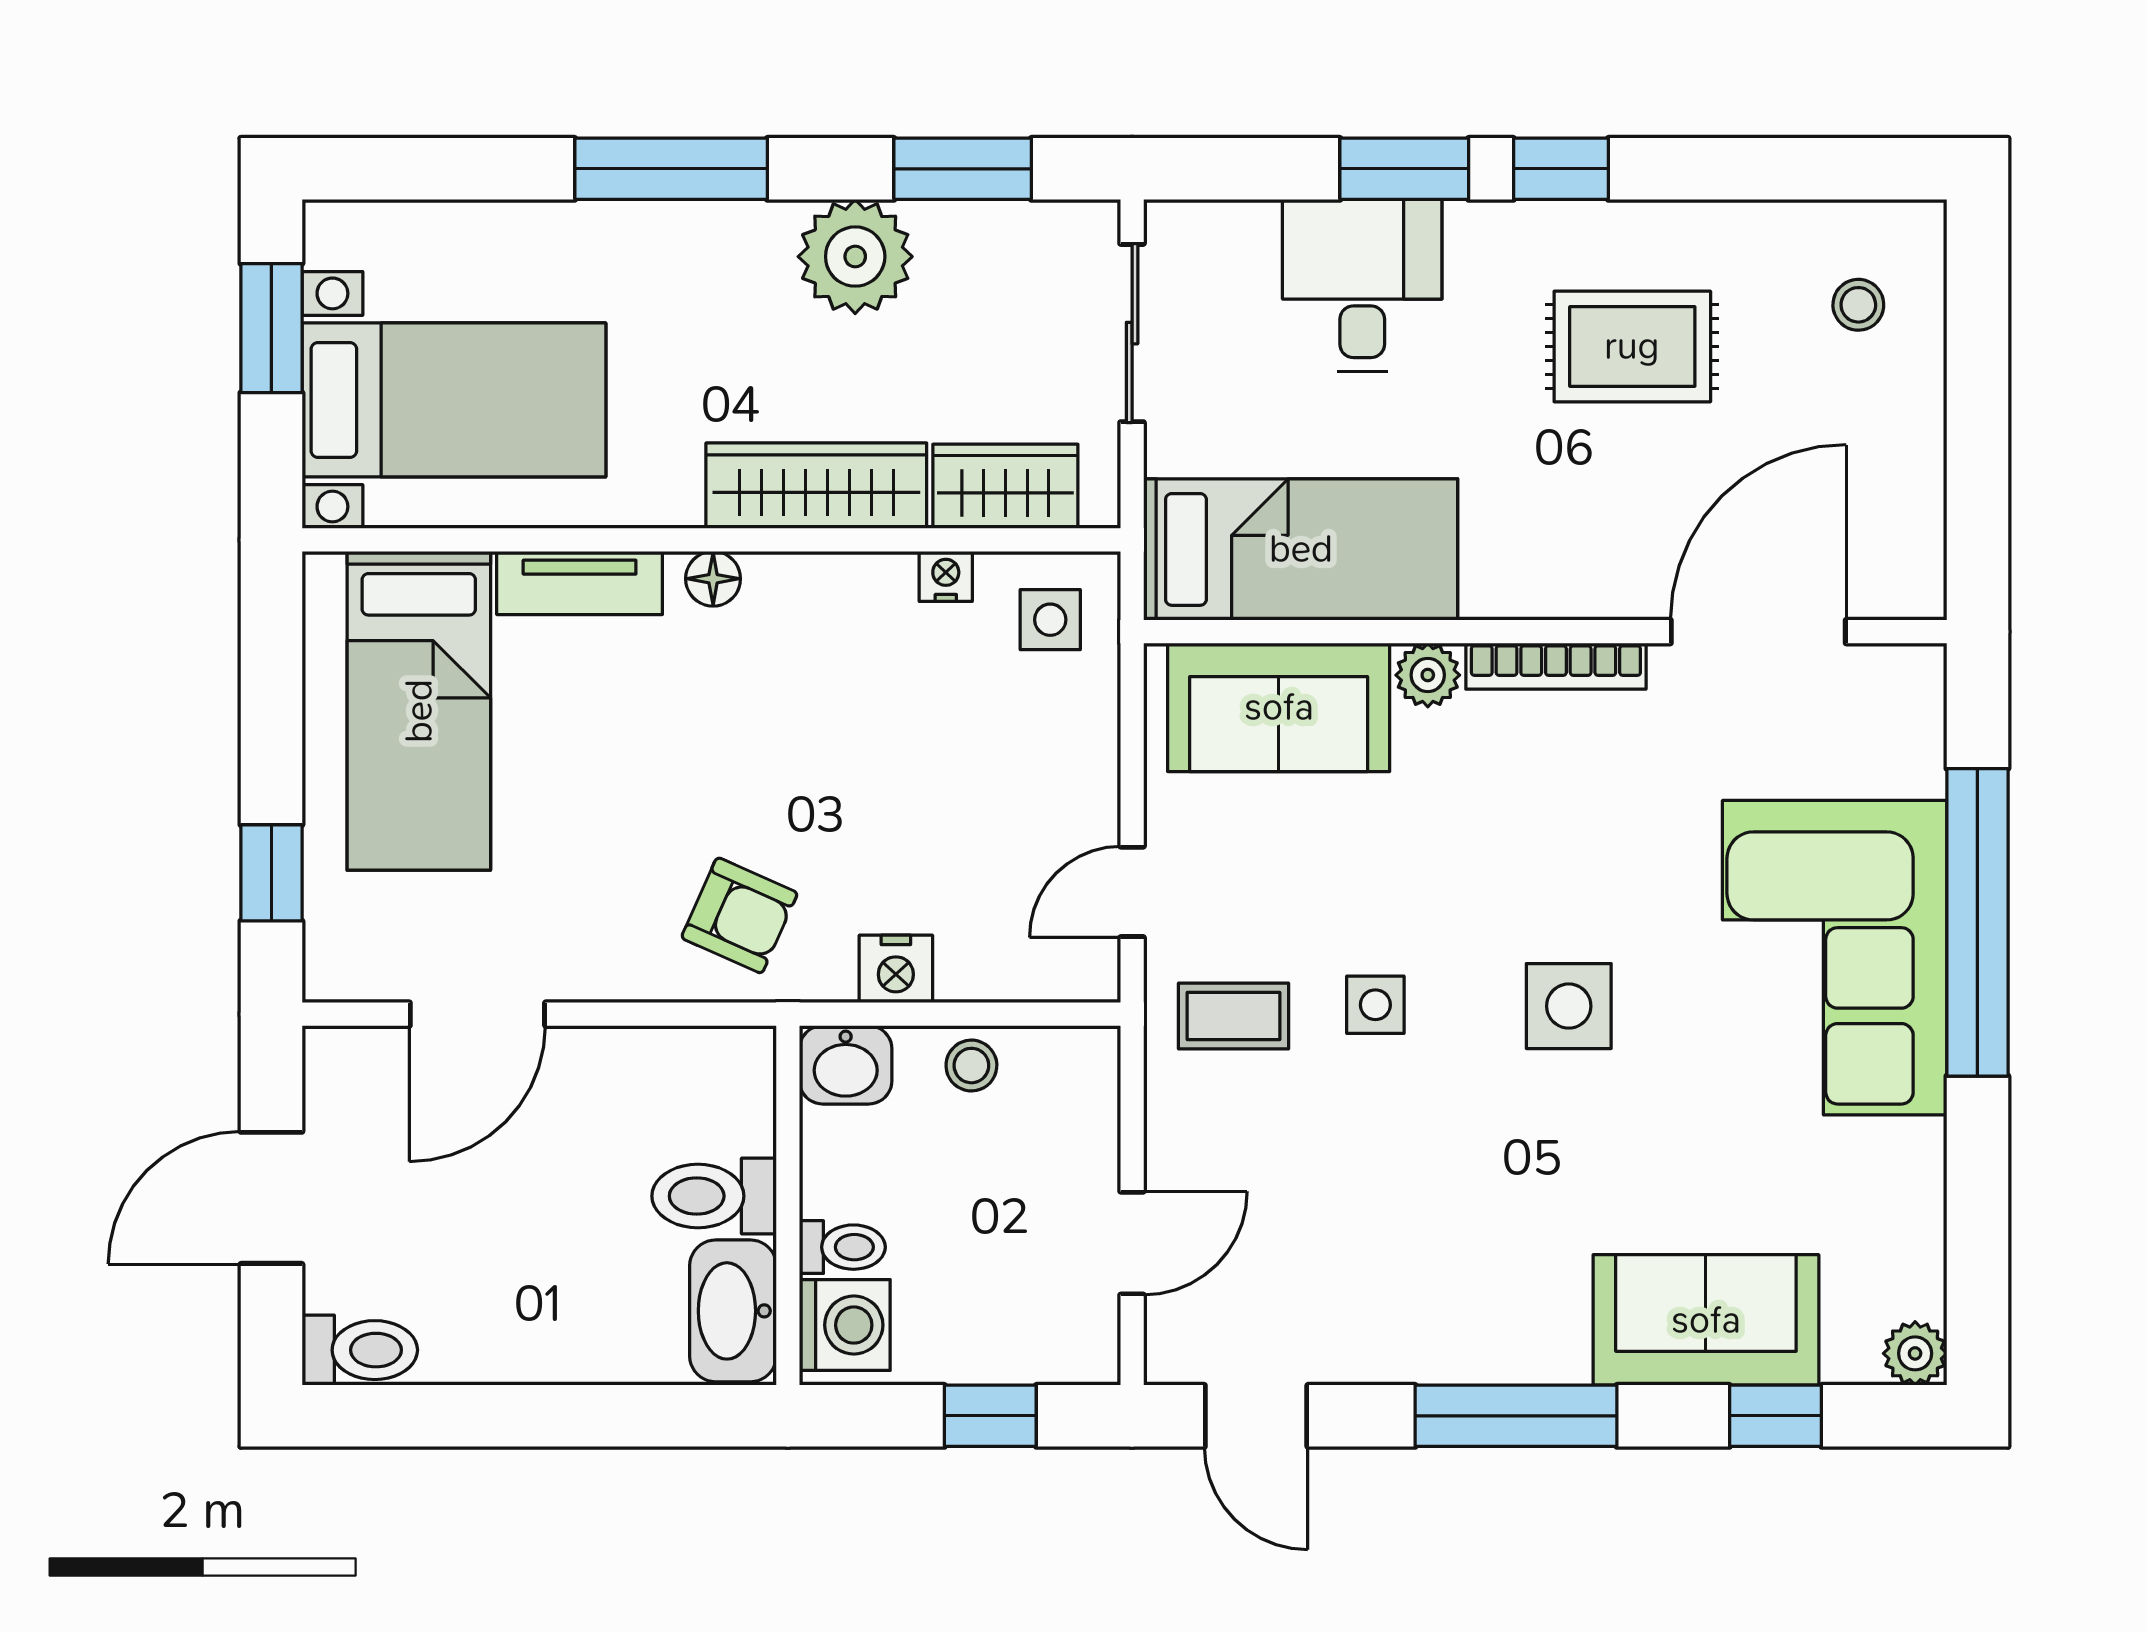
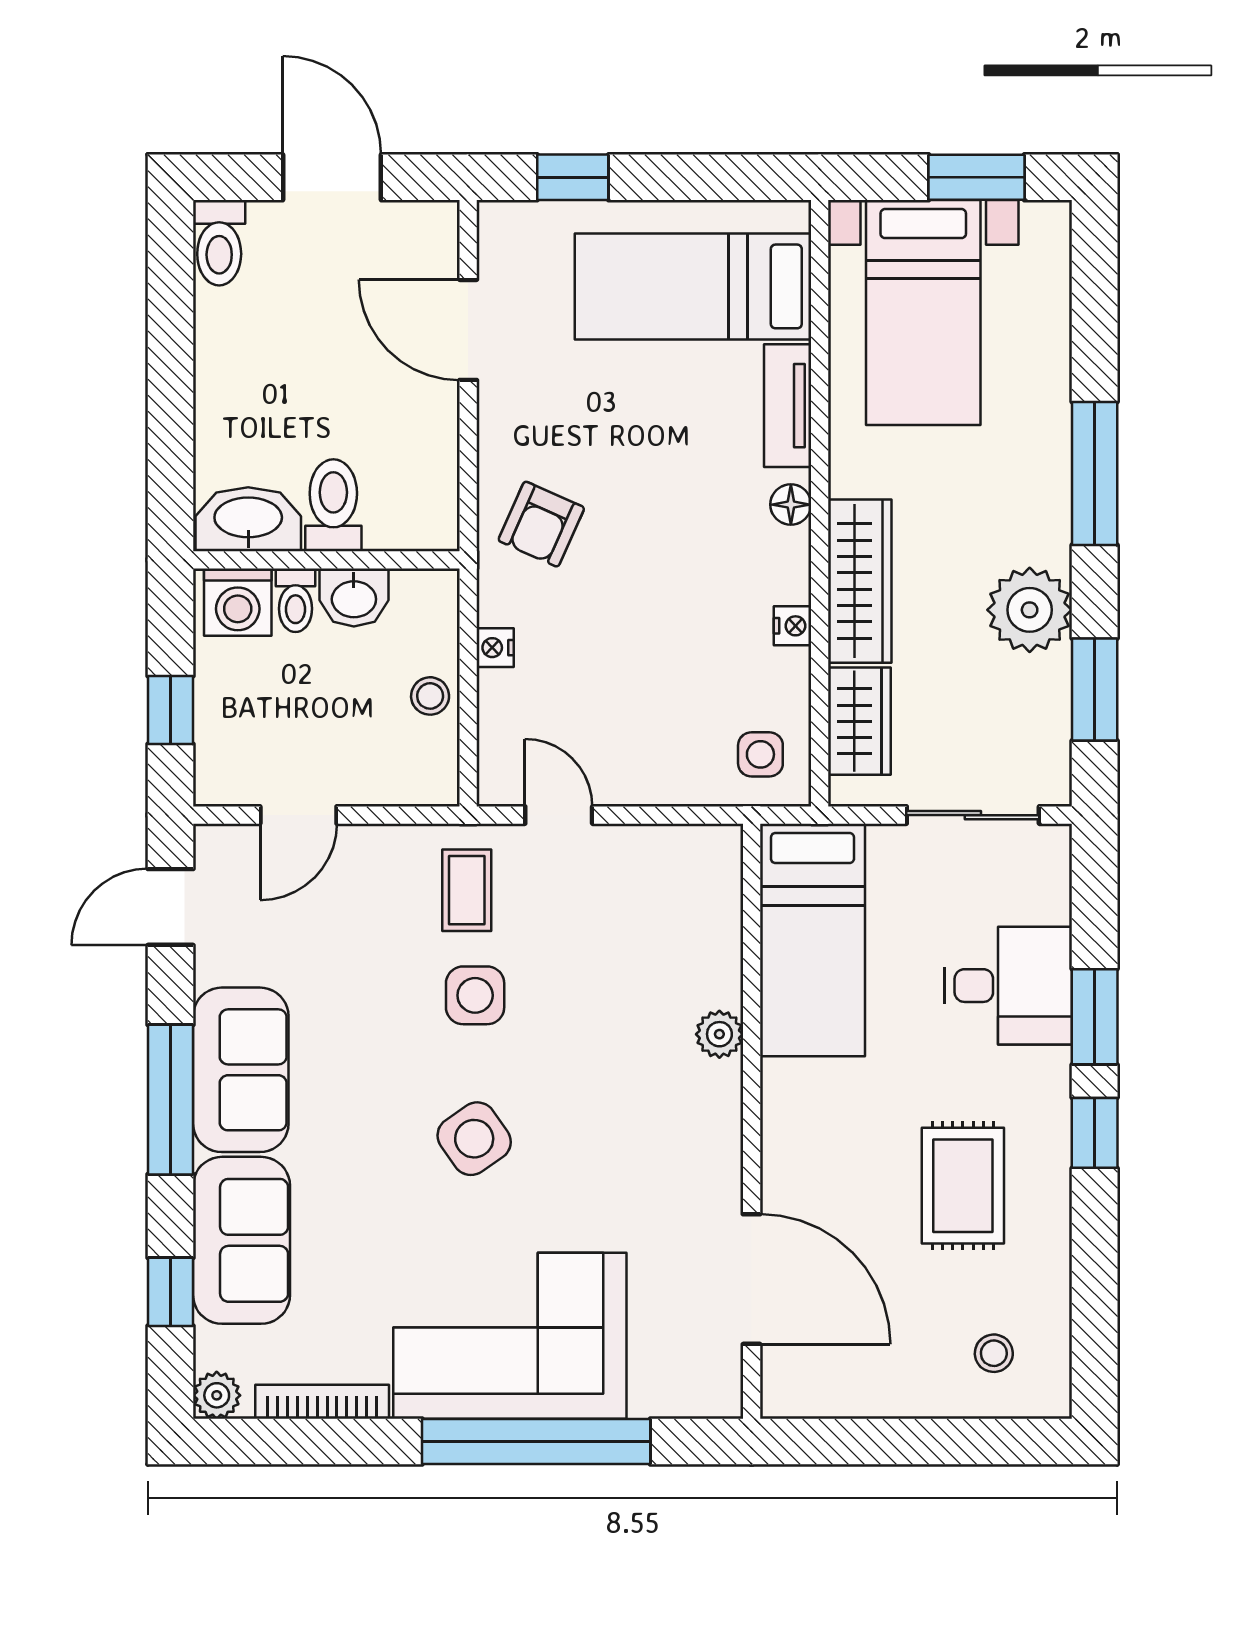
nightstand: (946, 576) -> (793, 626), moved
bookcase: (1556, 666) -> (322, 1402), moved, turned 90
sofa: (1279, 707) -> (241, 1070), moved, turned 180
nightstand: (896, 969) -> (495, 648), width x0.72, depth x0.74
side table: (1375, 1005) -> (475, 995), width x1.37, depth x1.37
side table: (1569, 1006) -> (474, 1139), turned -35
washbasin: (846, 1065) -> (354, 598), moved, turned -90
door: (1132, 1243) -> (298, 815), hinge flipped

